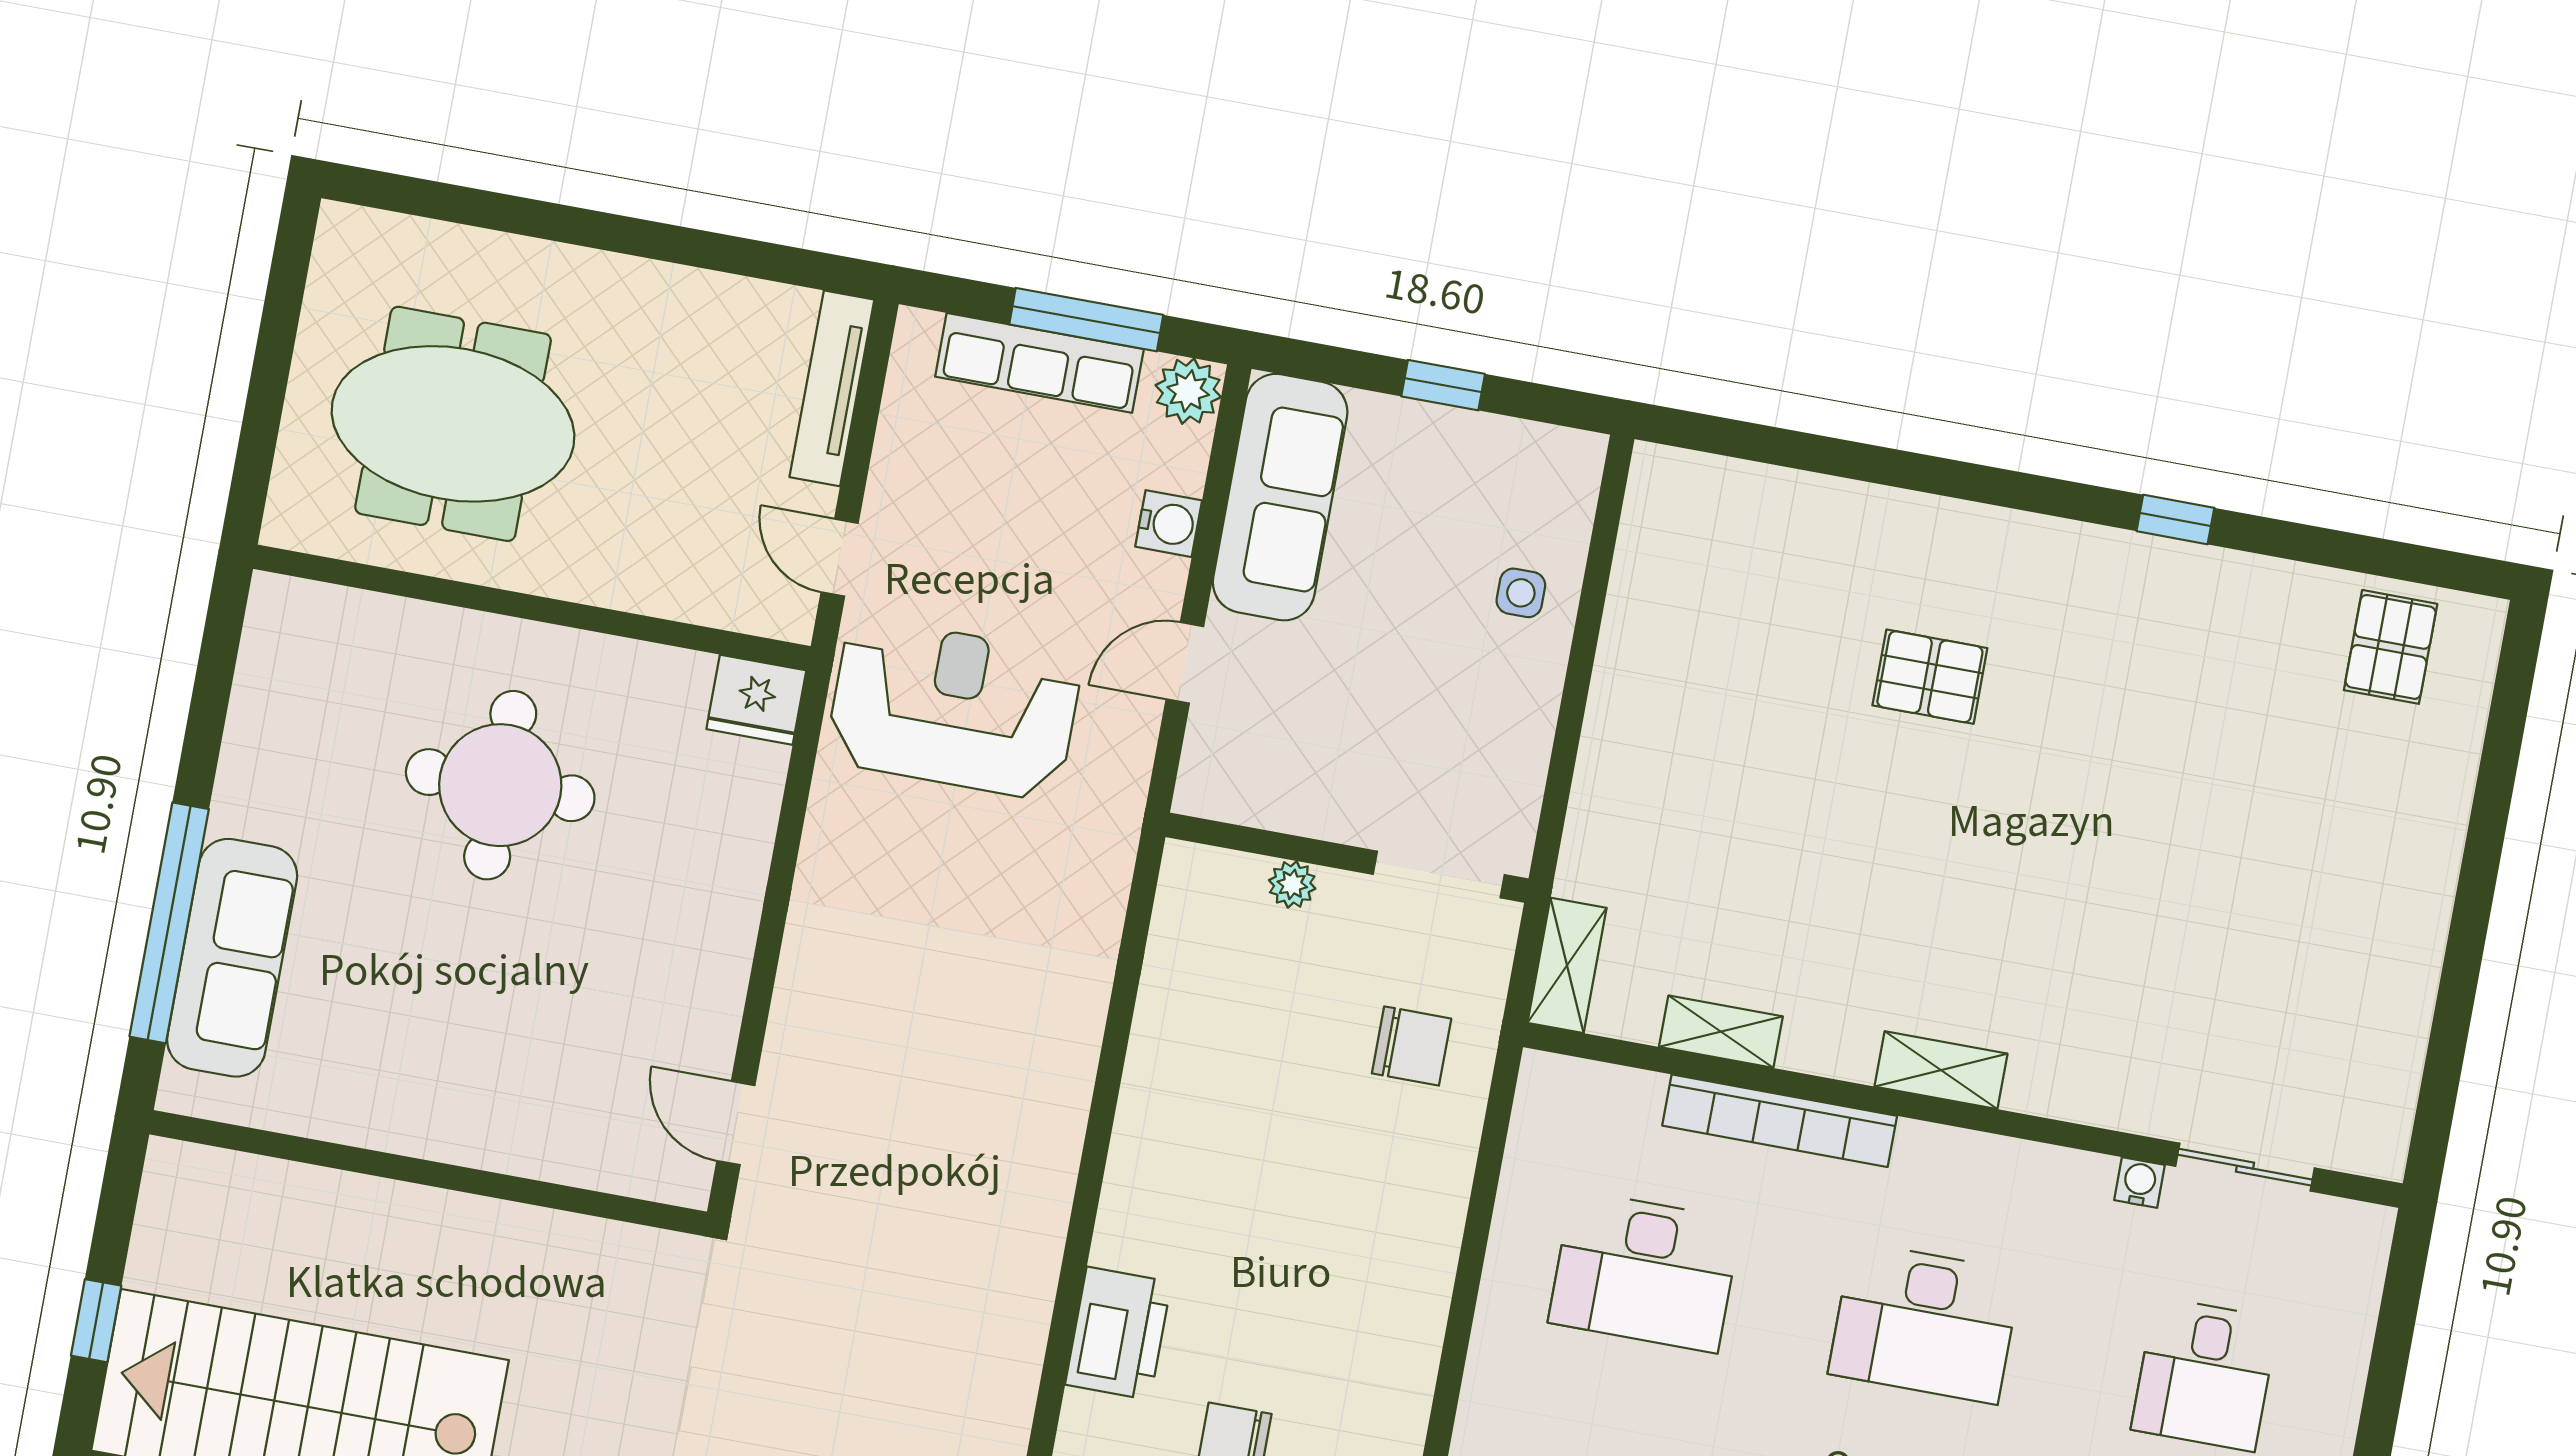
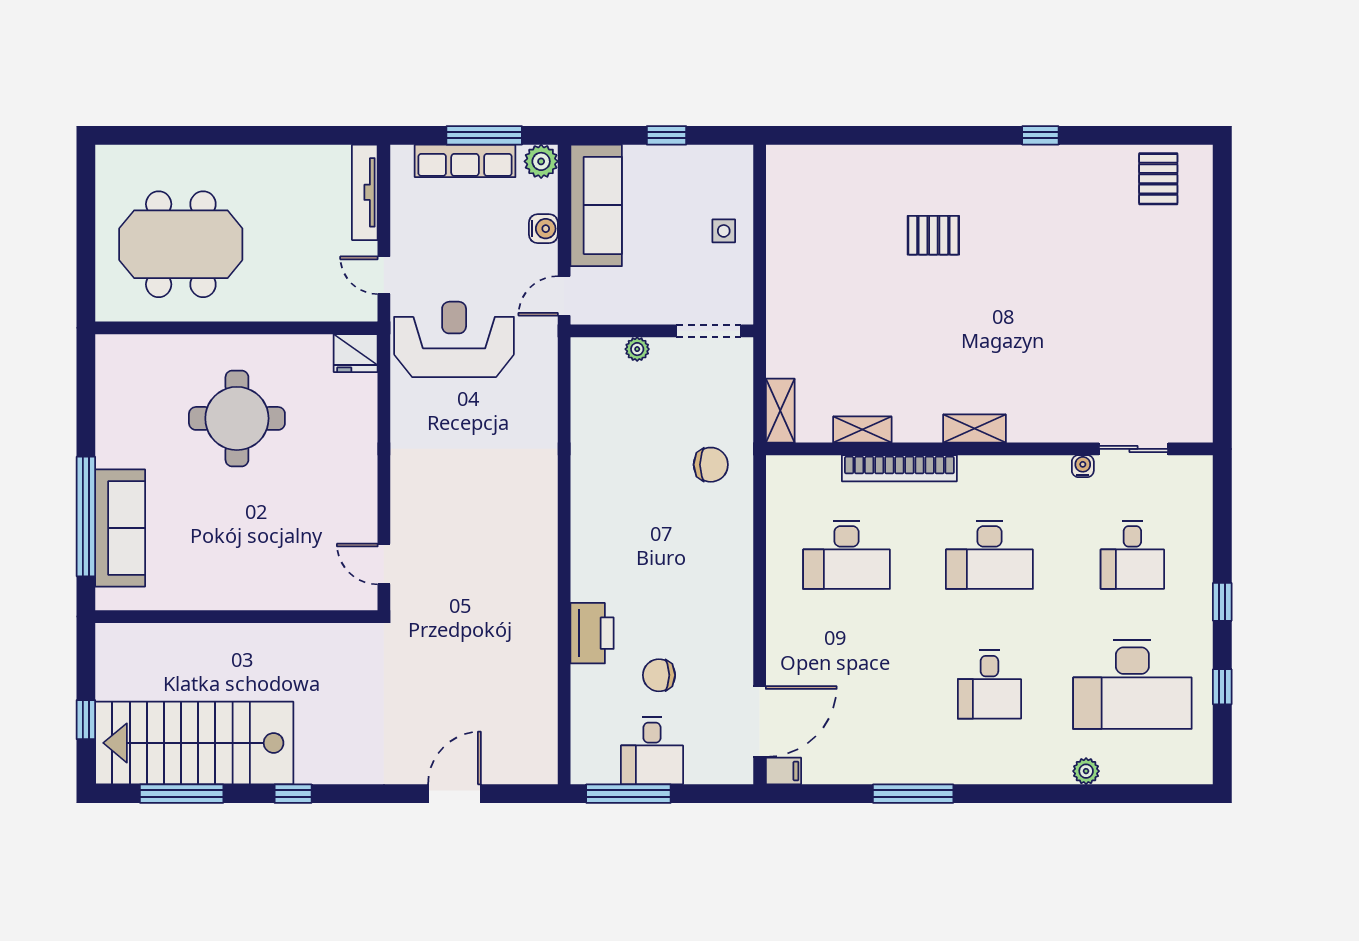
wall: (1347, 858) -> (662, 331), moved
doorway: (1439, 875) -> (709, 331), moved
plant: (1292, 884) -> (637, 349), moved

